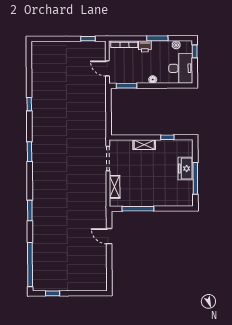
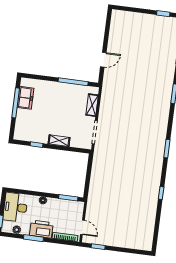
printer: (145, 46) -> (41, 229), width x1.87, depth x1.48
door: (107, 68) -> (82, 227), moved
freezer: (186, 169) -> (26, 98), moved
door: (109, 236) -> (103, 60), hinge flipped

